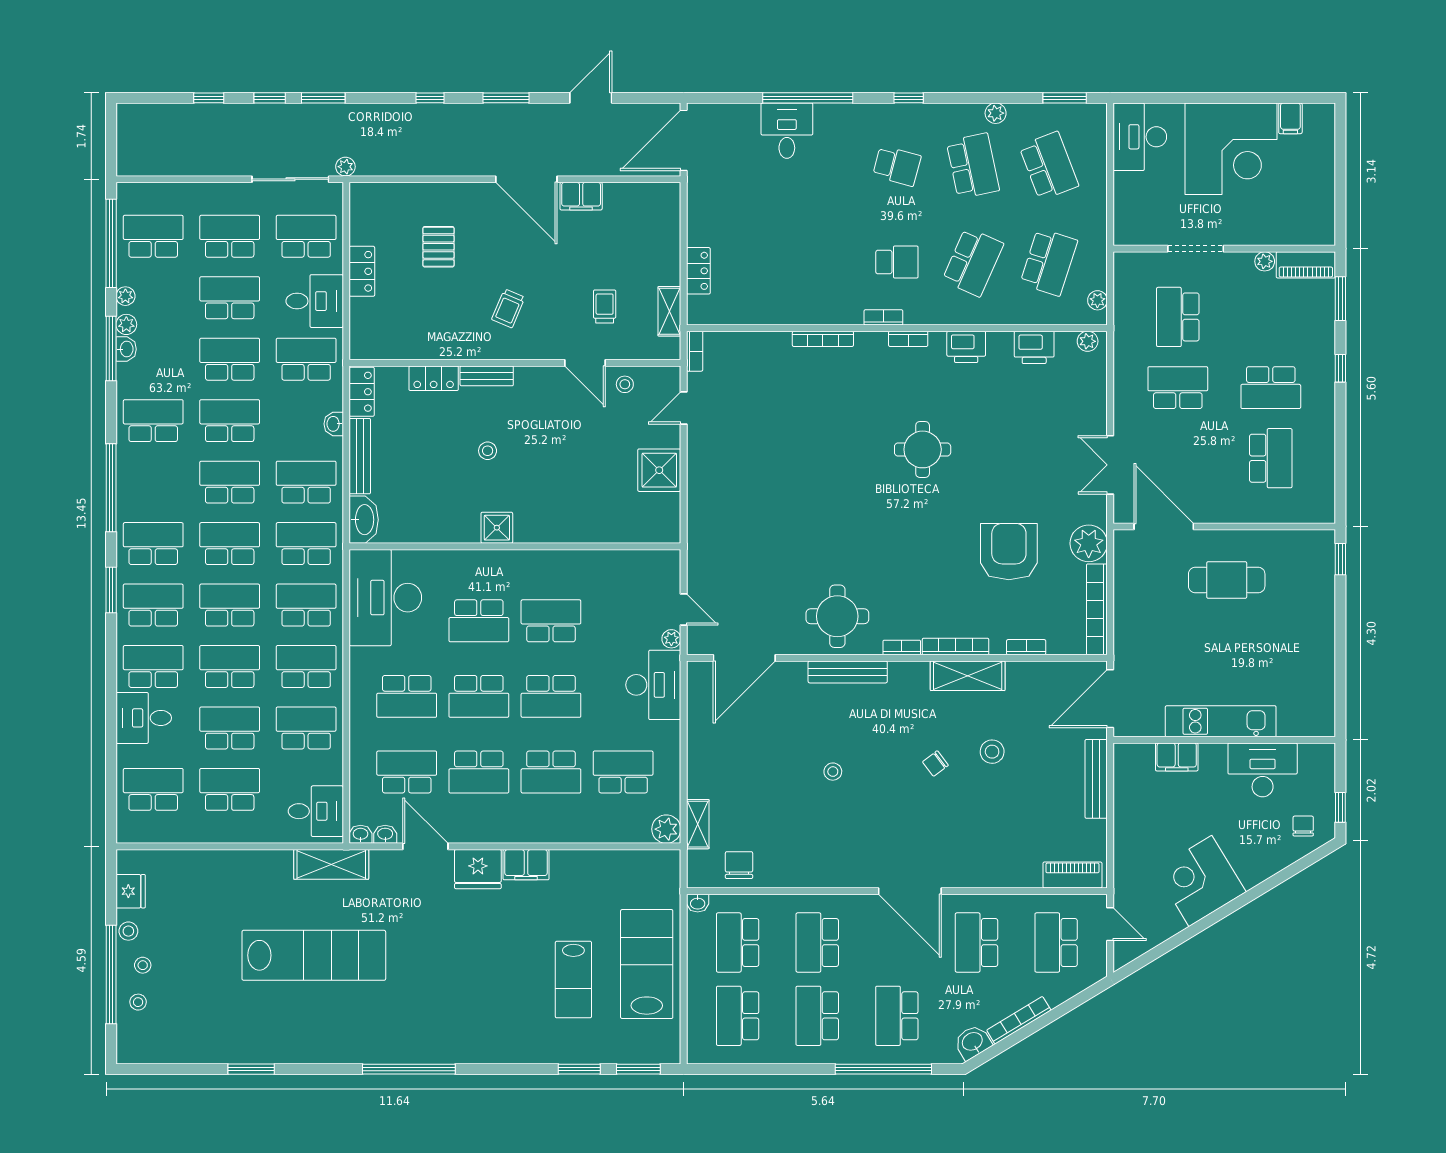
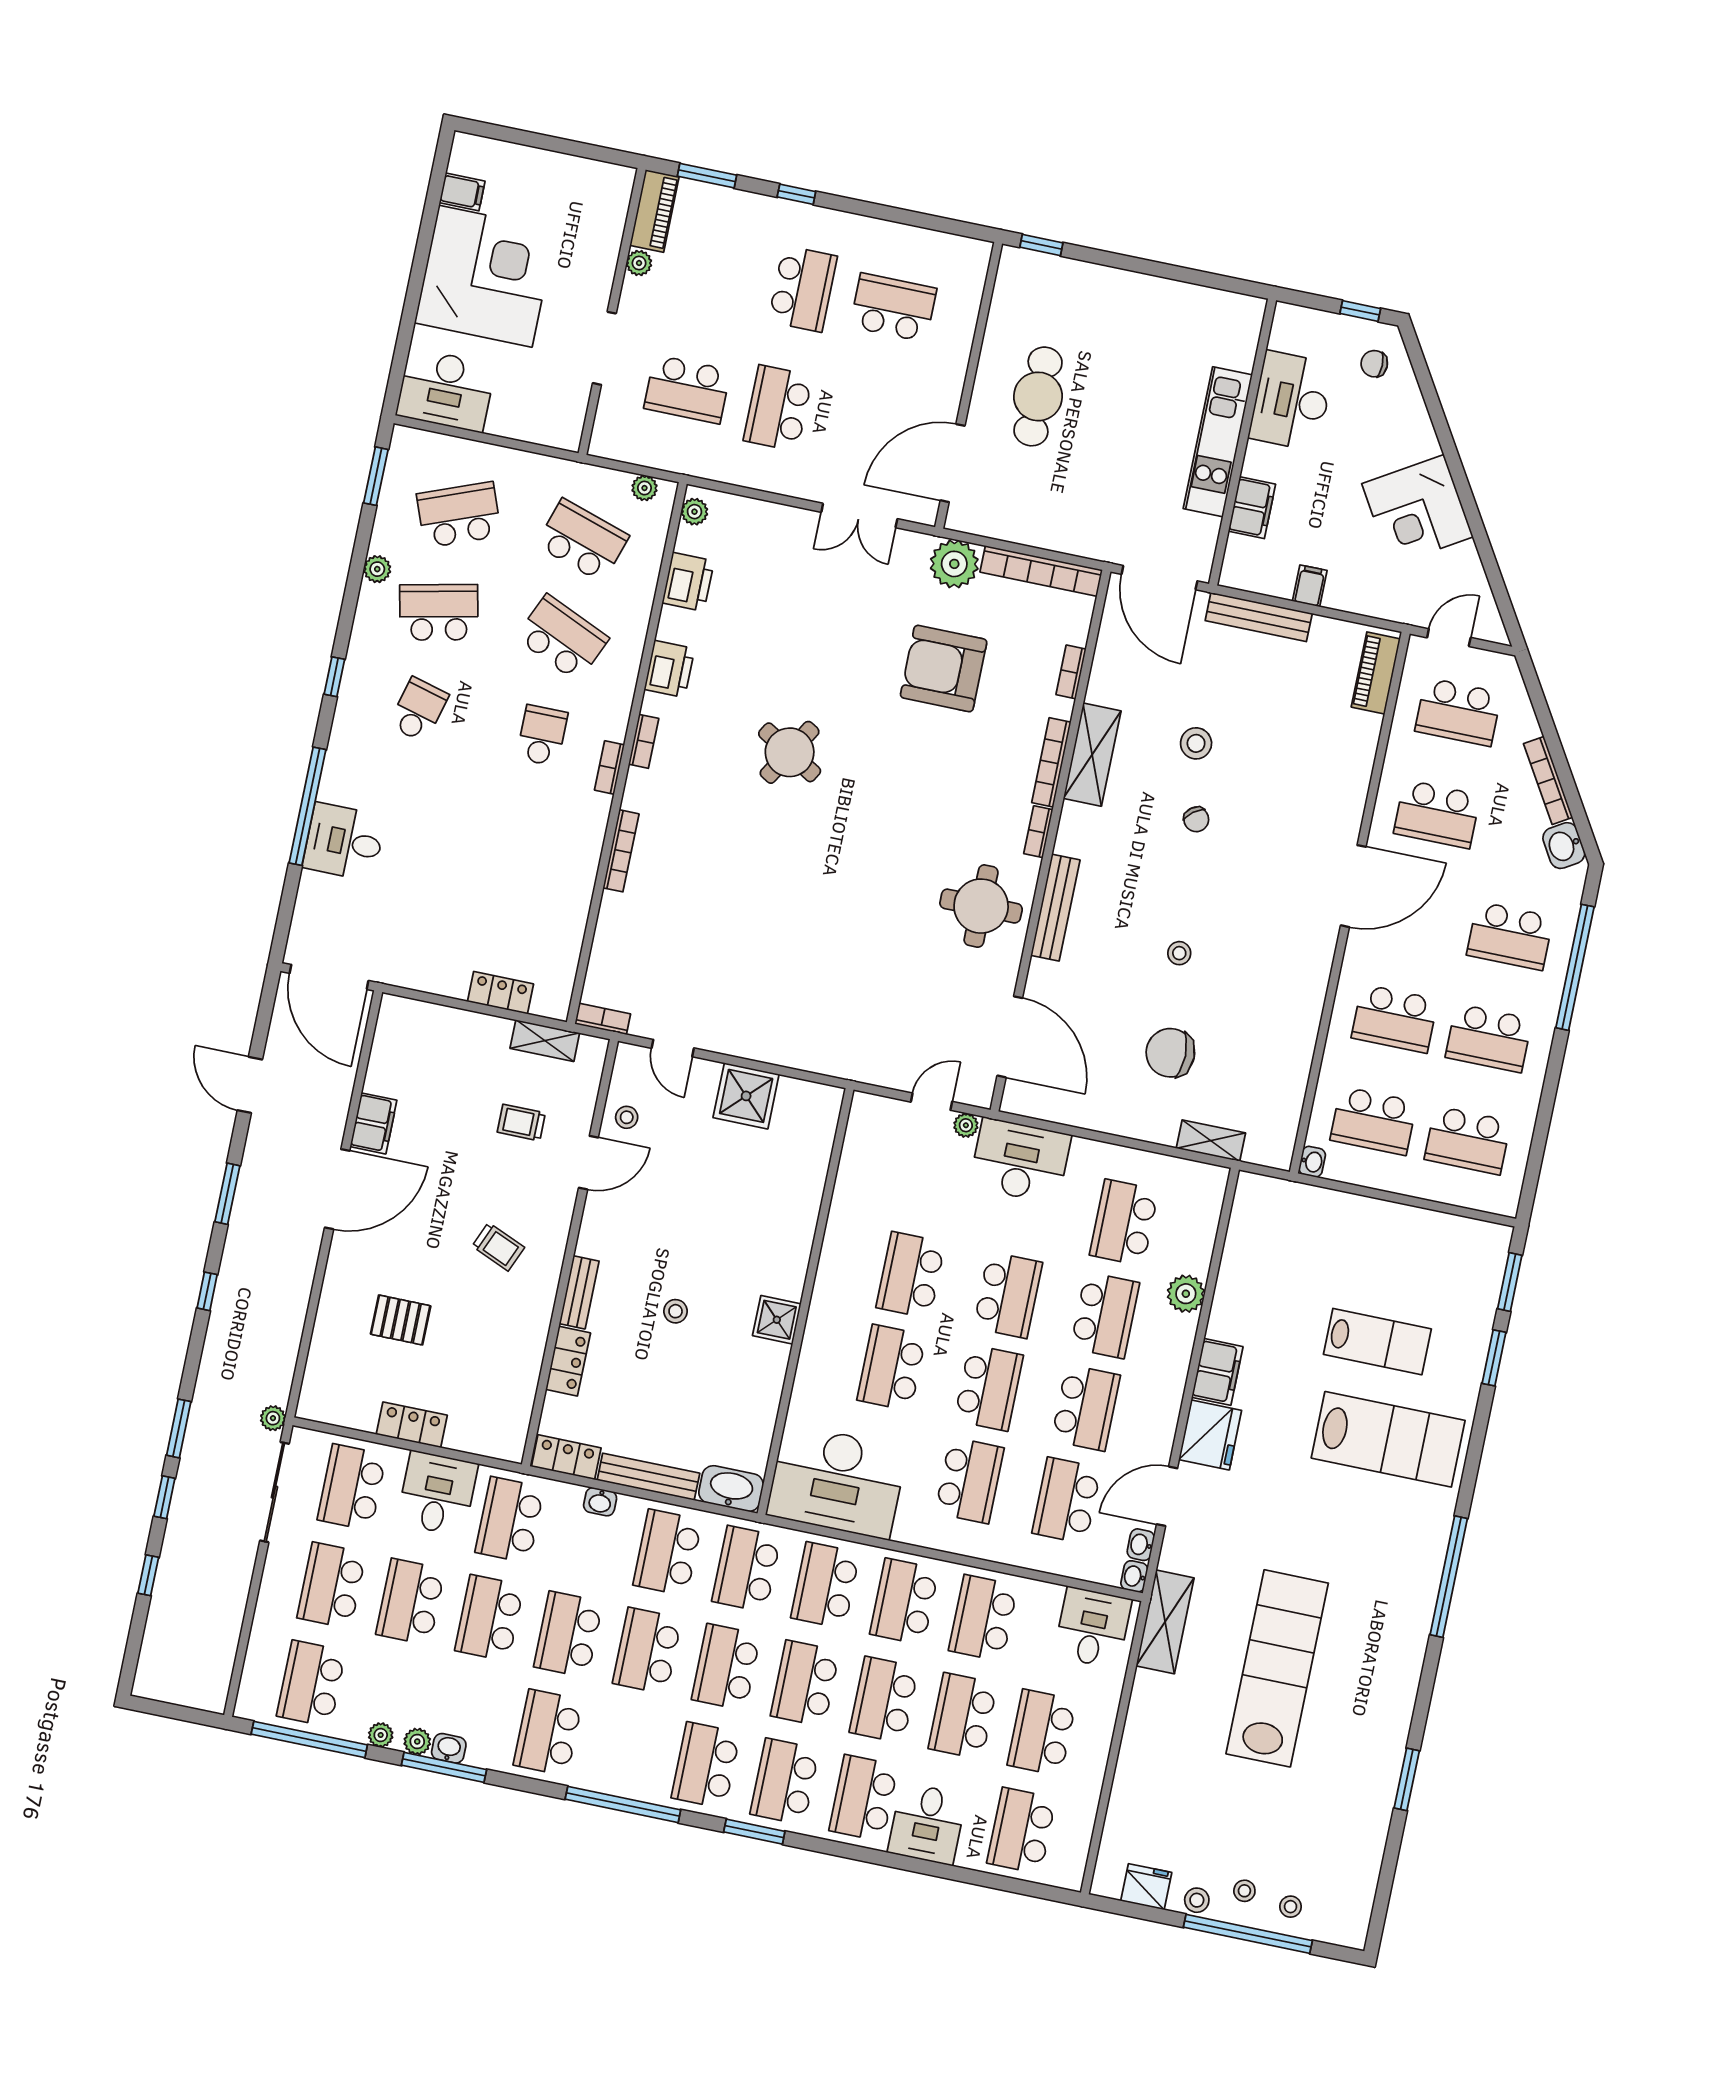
round table: (923, 449) -> (790, 752), turned 31
school desk: (479, 621) -> (892, 1368), turned 180
filing cabinet: (1127, 812) -> (1310, 586), added
plant: (666, 829) -> (1186, 1294), moved
chair: (739, 865) -> (1170, 1053), moved, width x1.37, depth x1.37
lab bench: (647, 964) -> (1388, 1439), moved, turned 180

